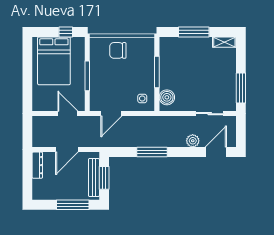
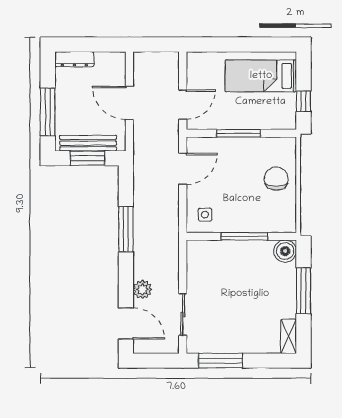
bed: (54, 61) -> (261, 76), width x0.67
boiler: (167, 97) -> (285, 251), moved
door: (111, 114) -> (183, 169), swing flipped
dresser: (37, 165) -> (74, 59), moved

